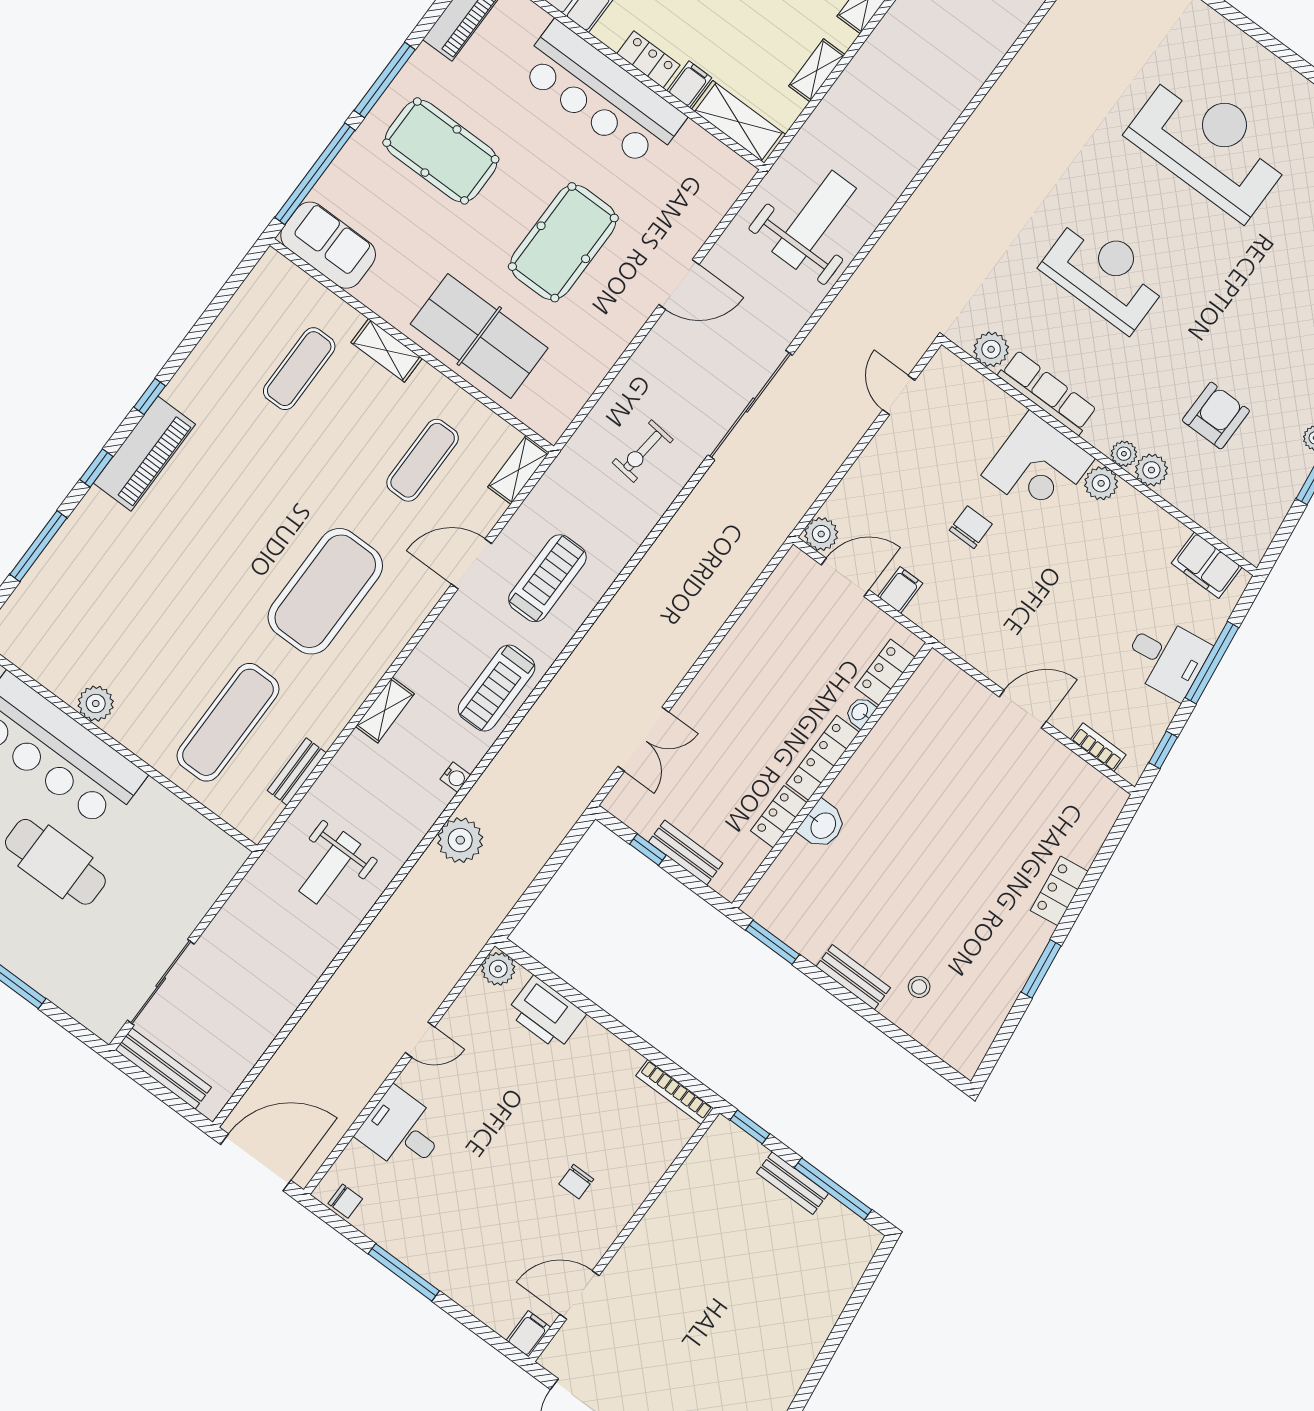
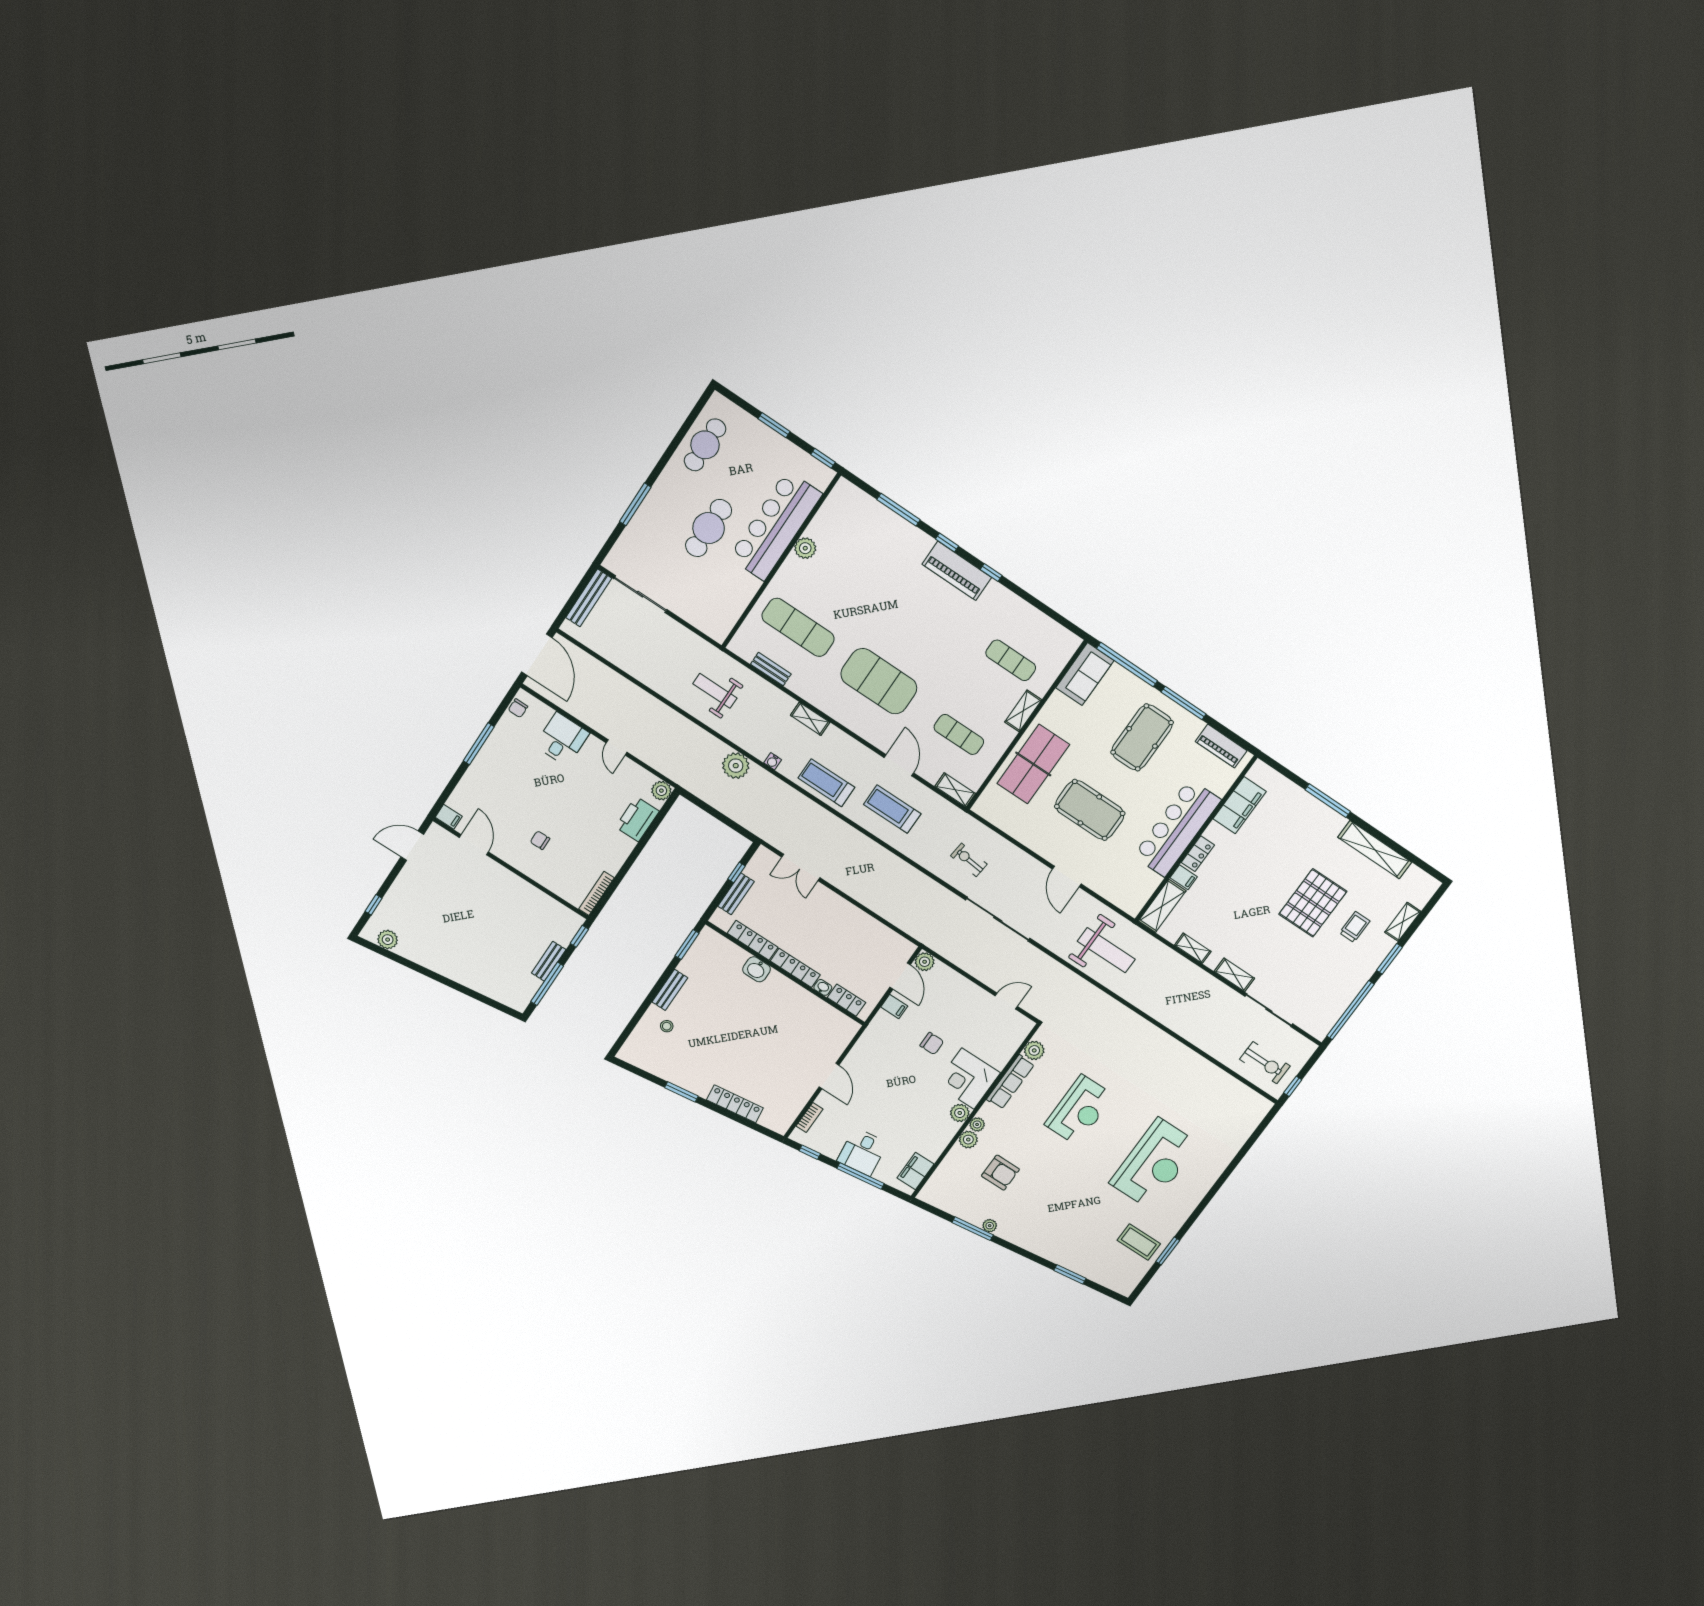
treadmill: (547, 578) -> (892, 809), turned 180
locker: (779, 817) -> (753, 940), width x1.53
locker: (1059, 891) -> (735, 1104), width x1.53

